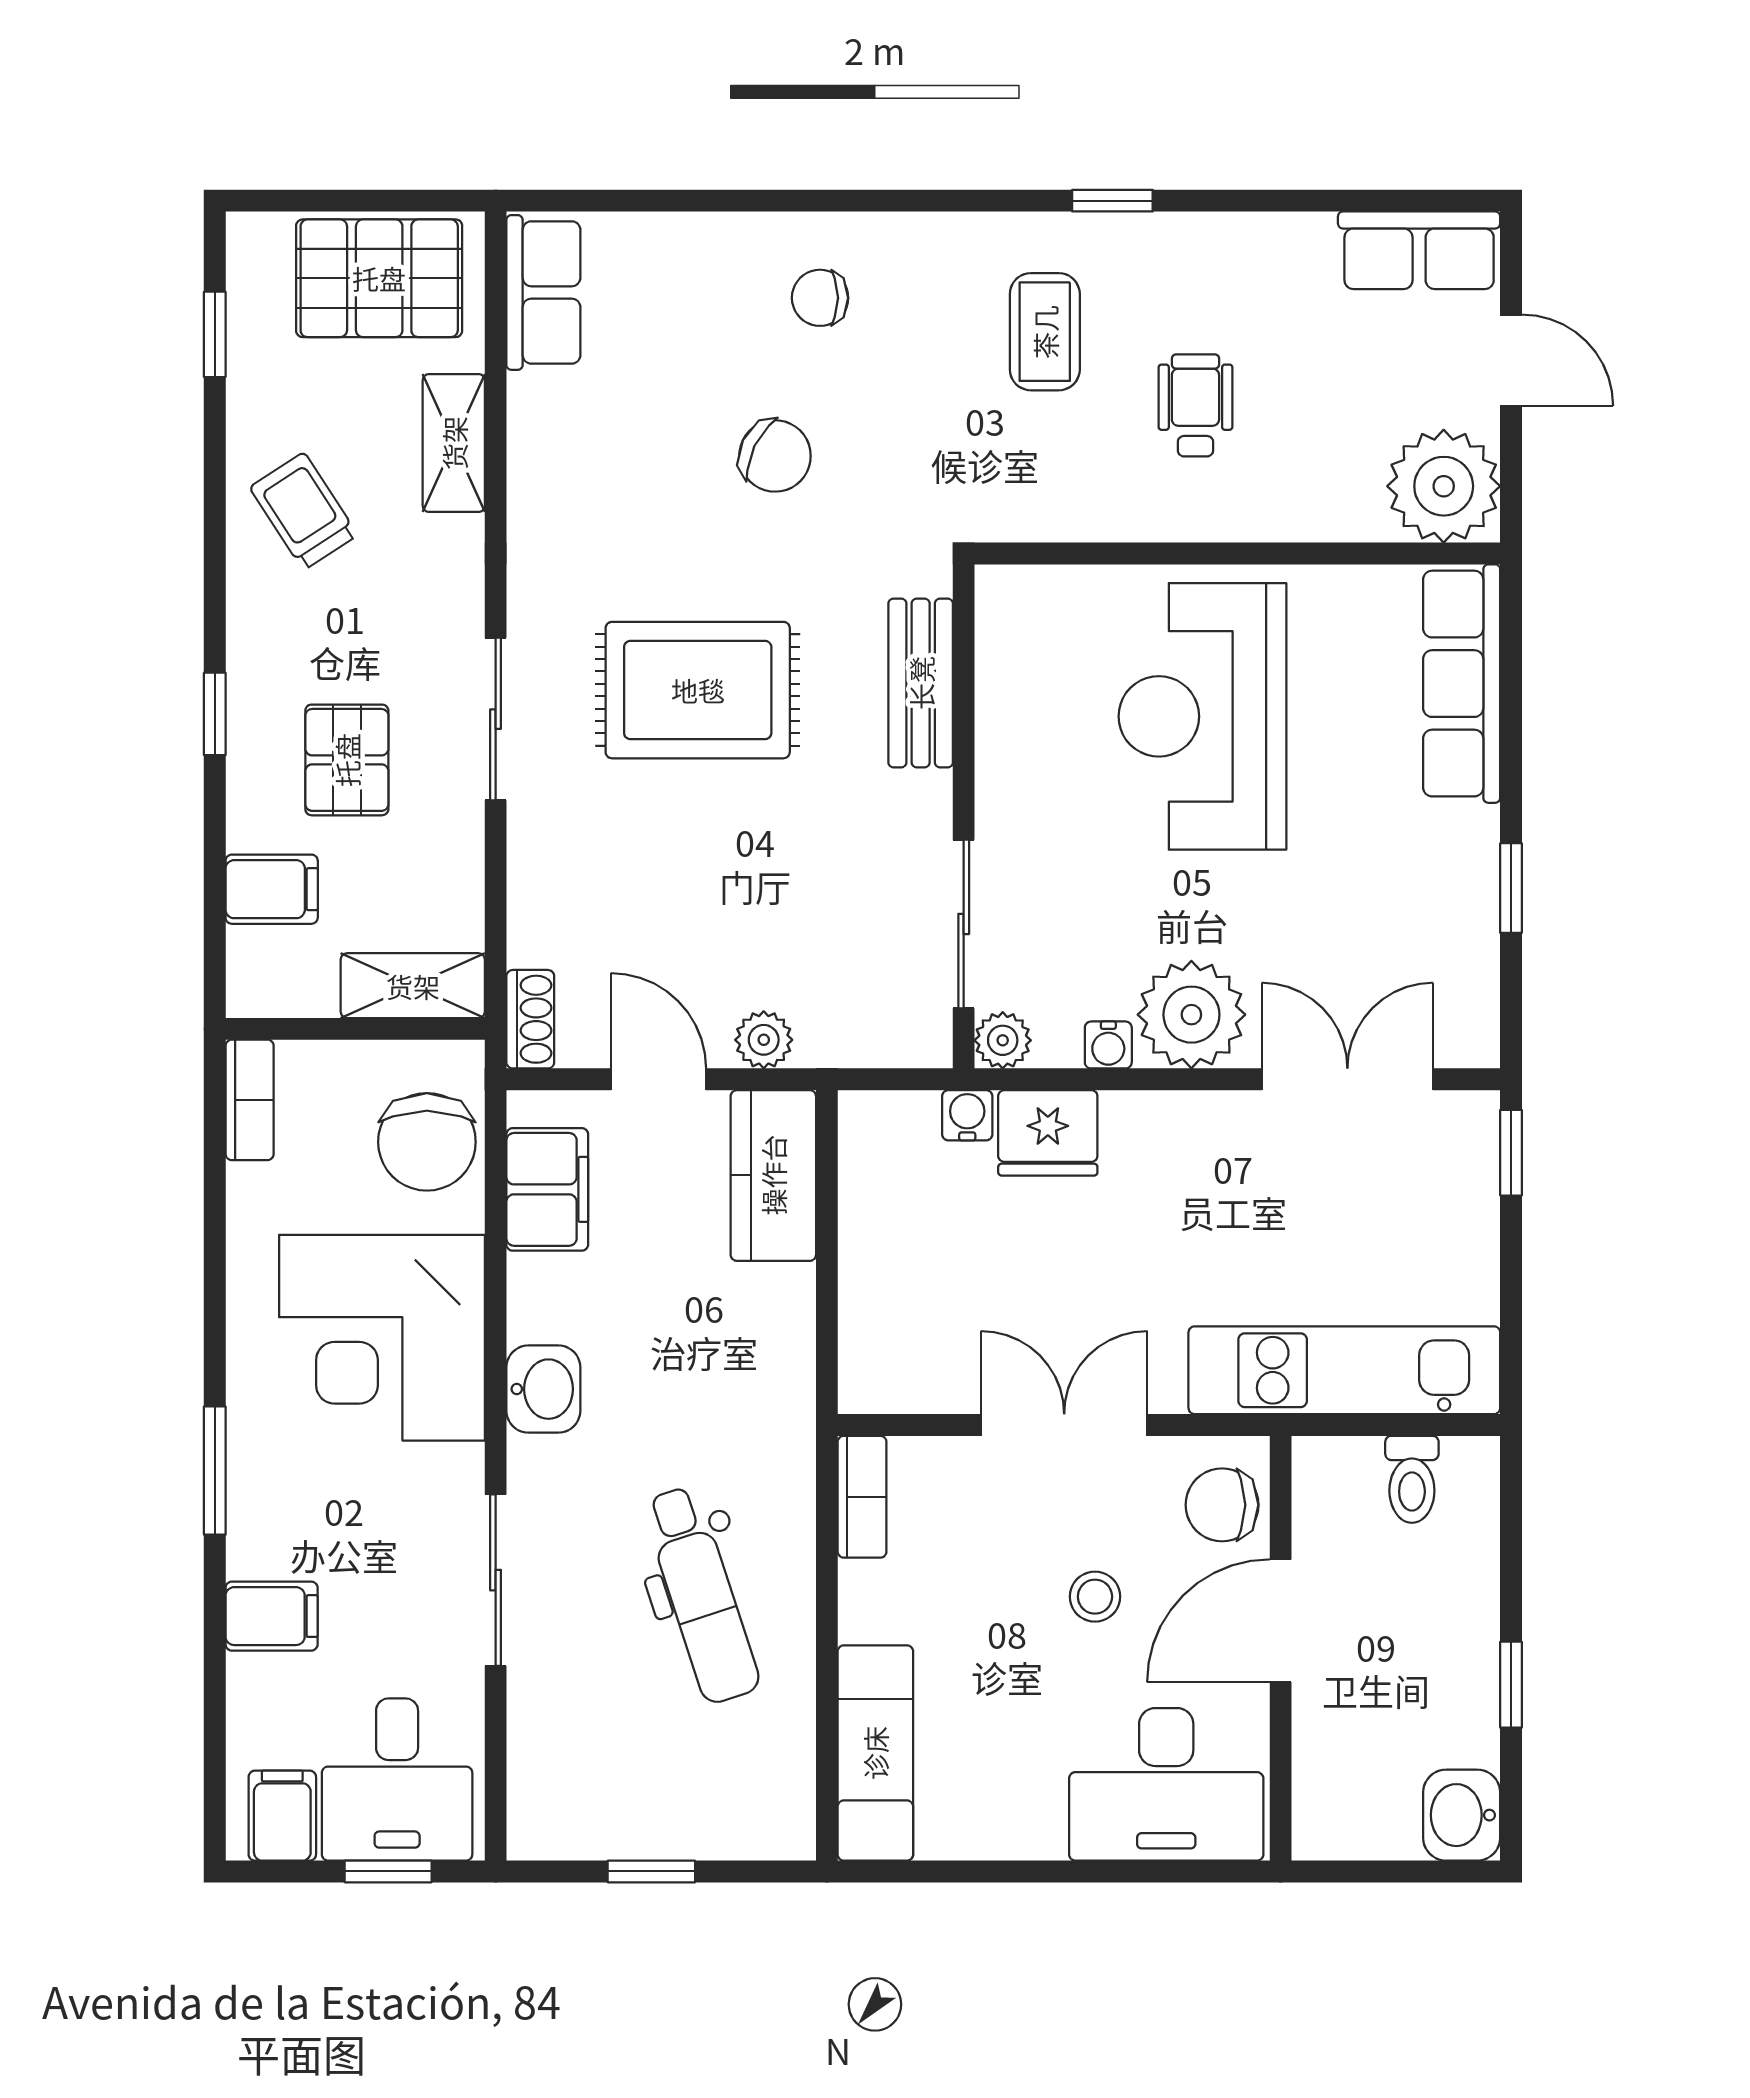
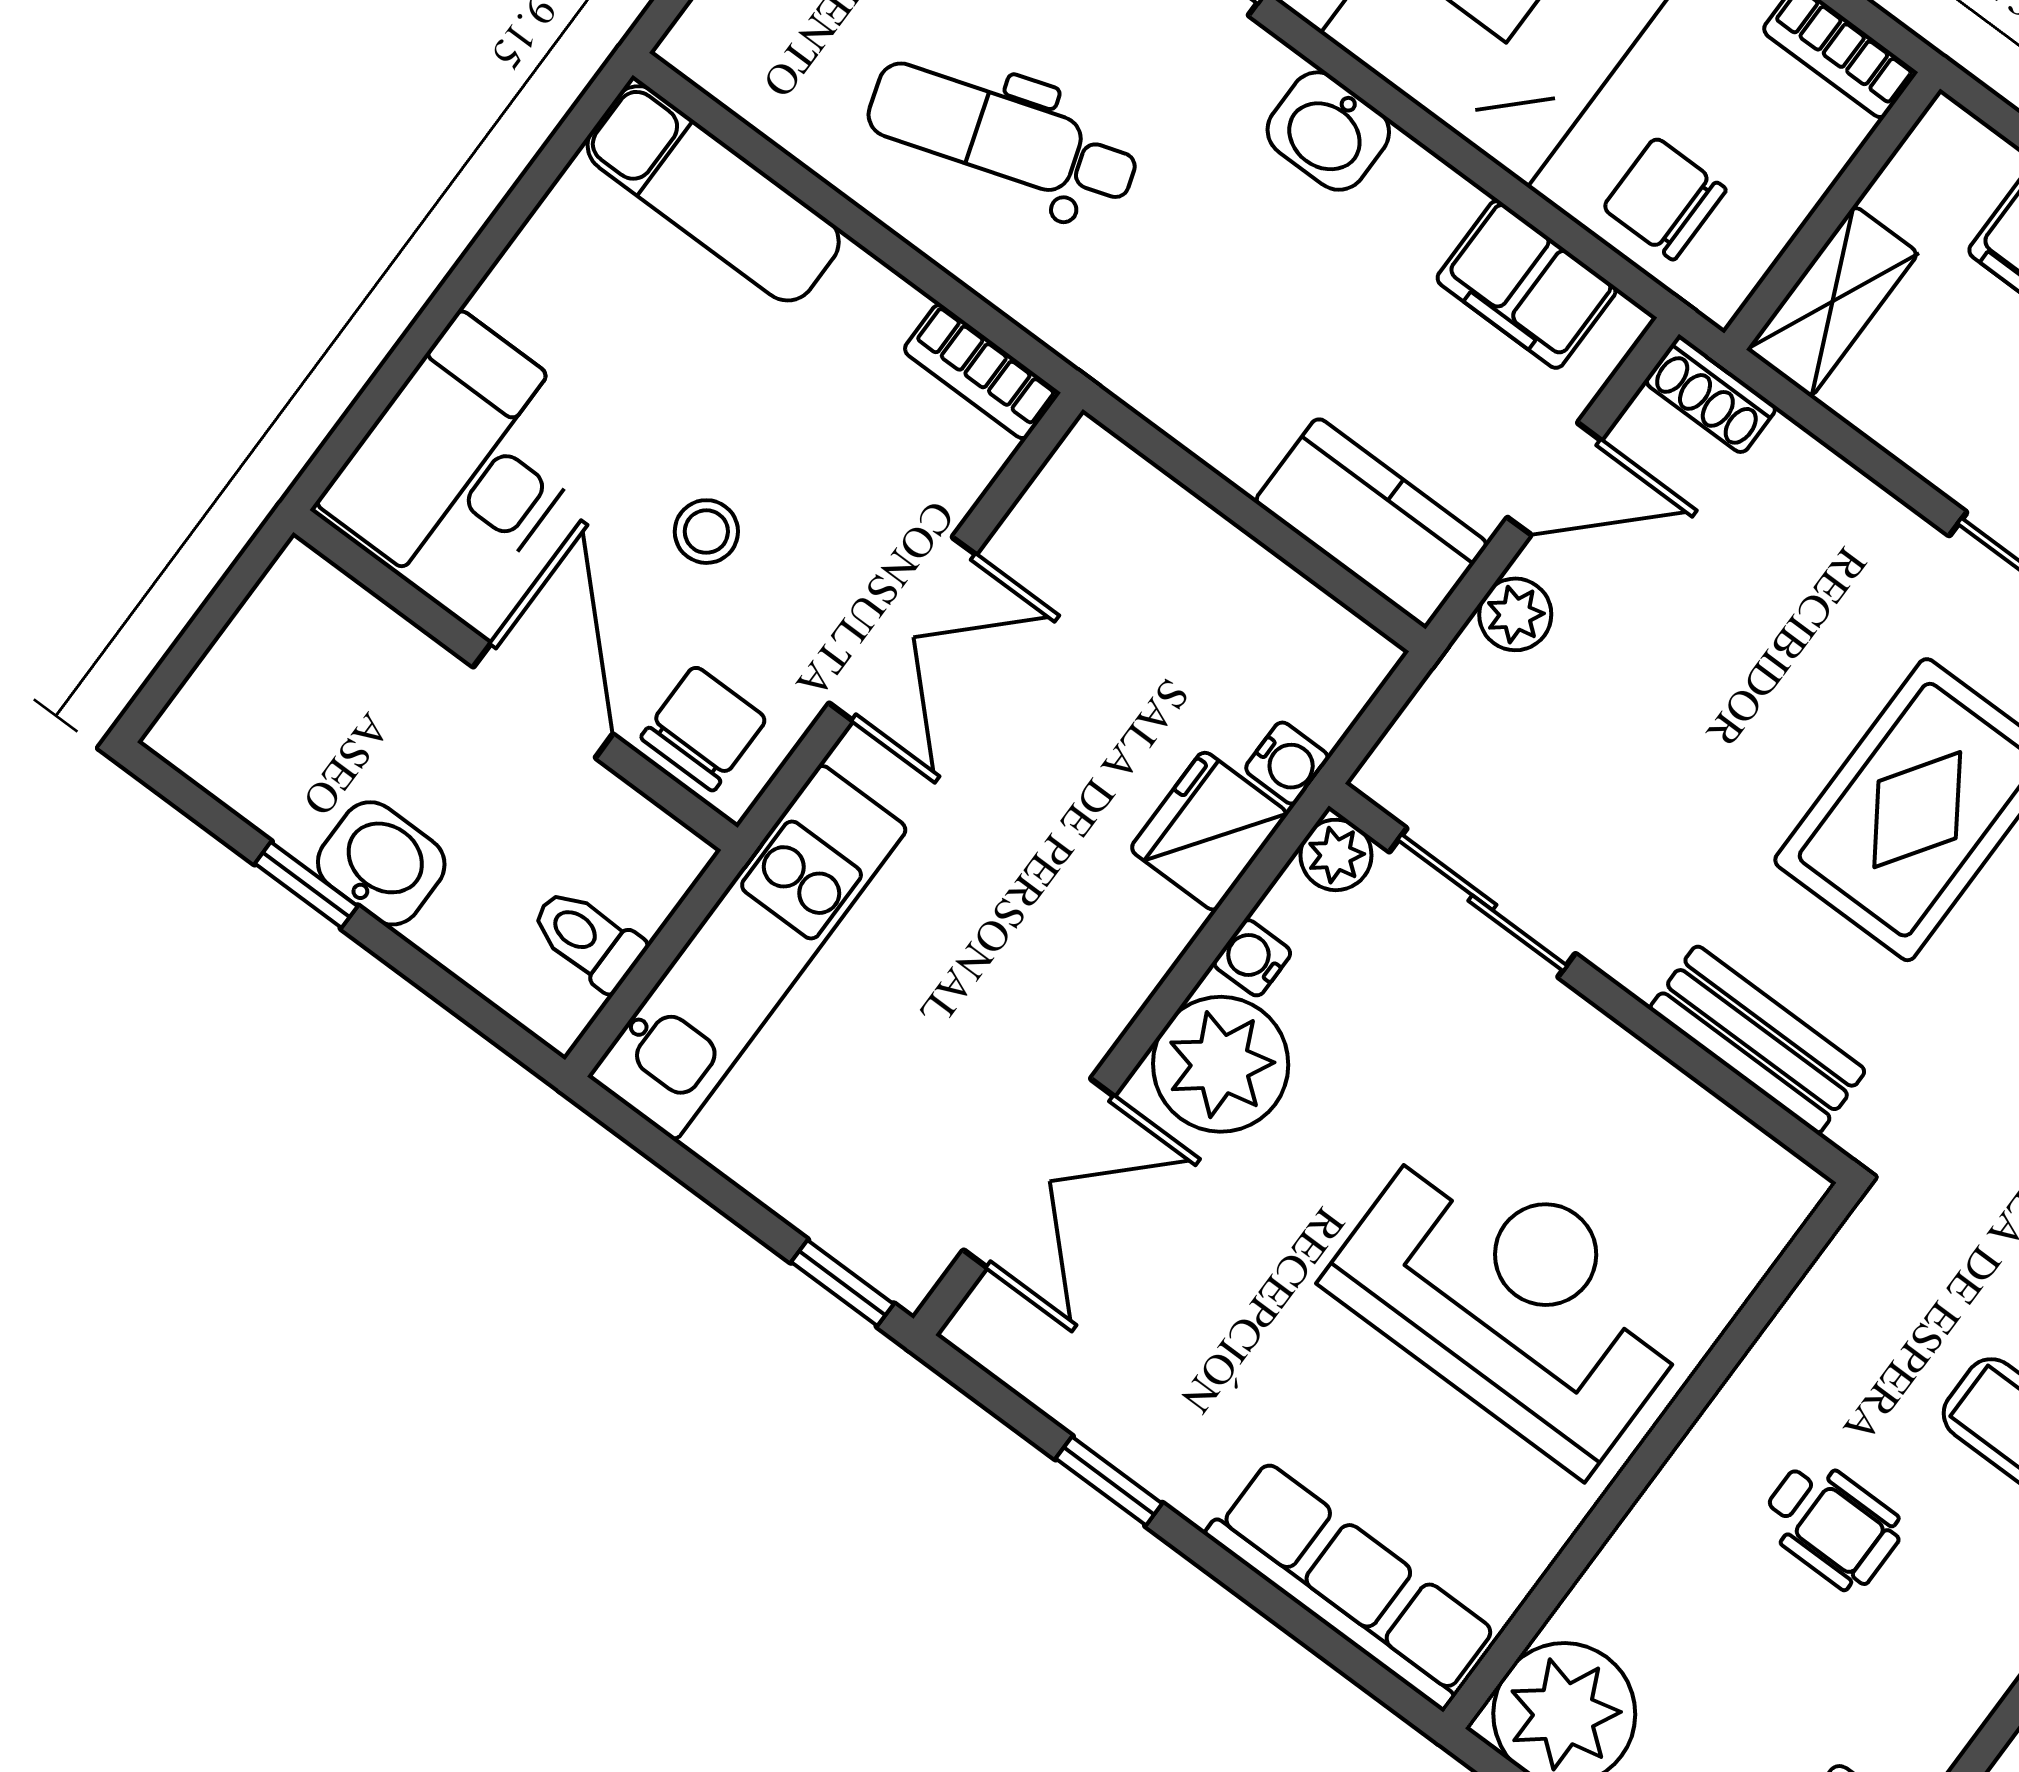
chair: (427, 1142) -> (1665, 199), width x0.73, depth x0.73
washbasin: (1462, 1815) -> (381, 863), moved

